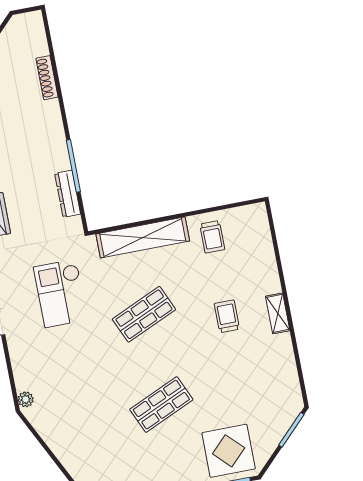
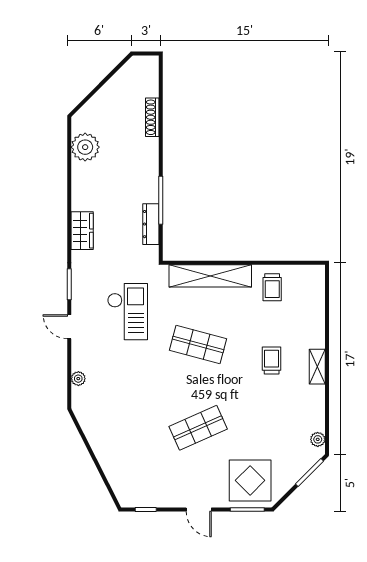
checkout: (61, 293) -> (128, 312), turned 180
shop shelf: (144, 314) -> (198, 344), turned 39
plant: (293, 392) -> (318, 439), added
plant: (26, 399) -> (78, 379), moved

